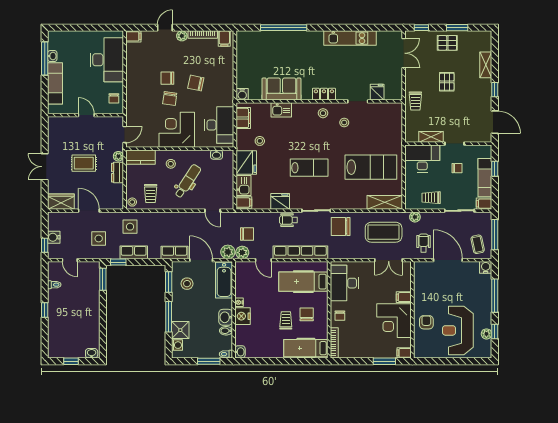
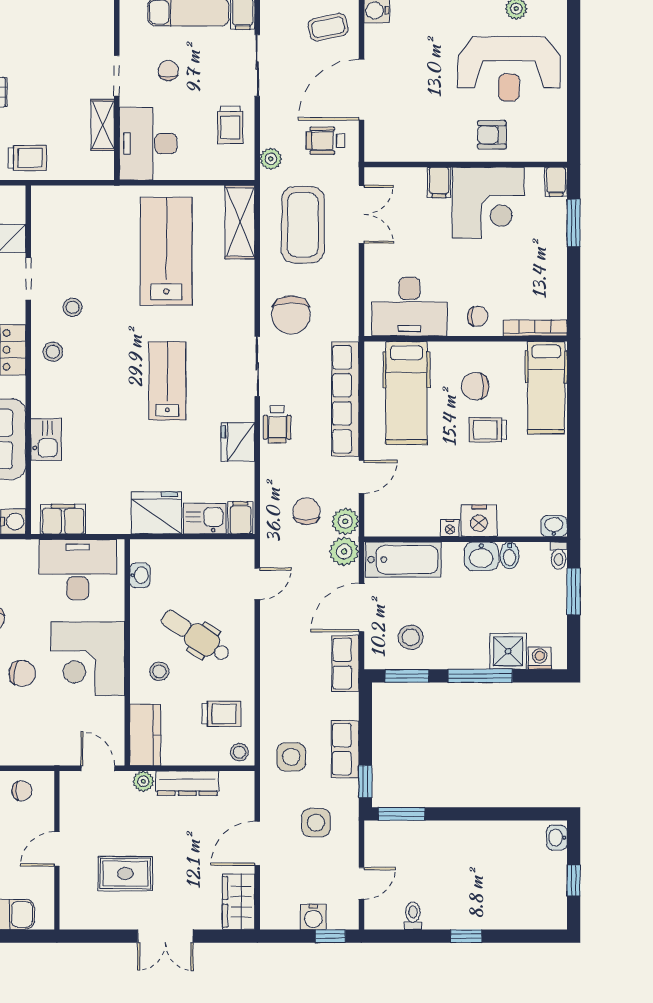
stool: (260, 141) -> (111, 485), removed
rug: (84, 163) -> (125, 874), moved, turned 90
dresser: (117, 173) -> (187, 783), width x1.44

